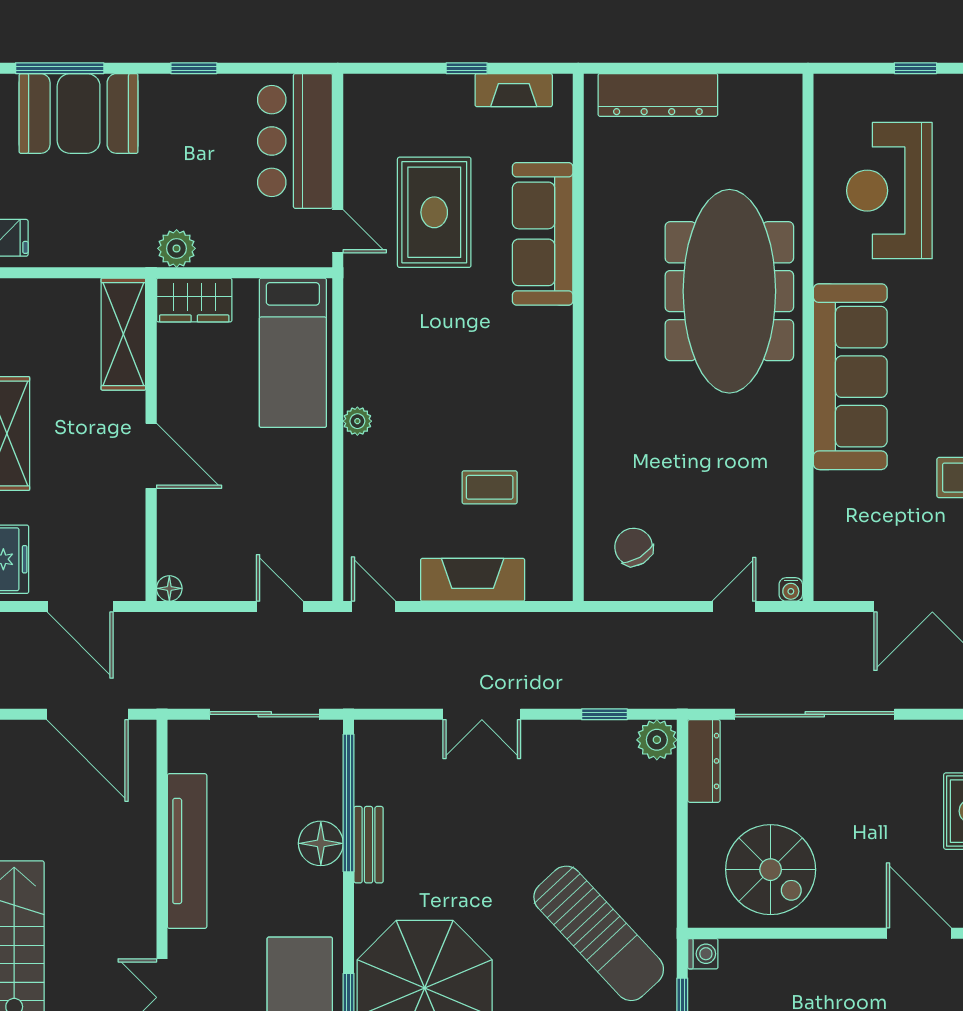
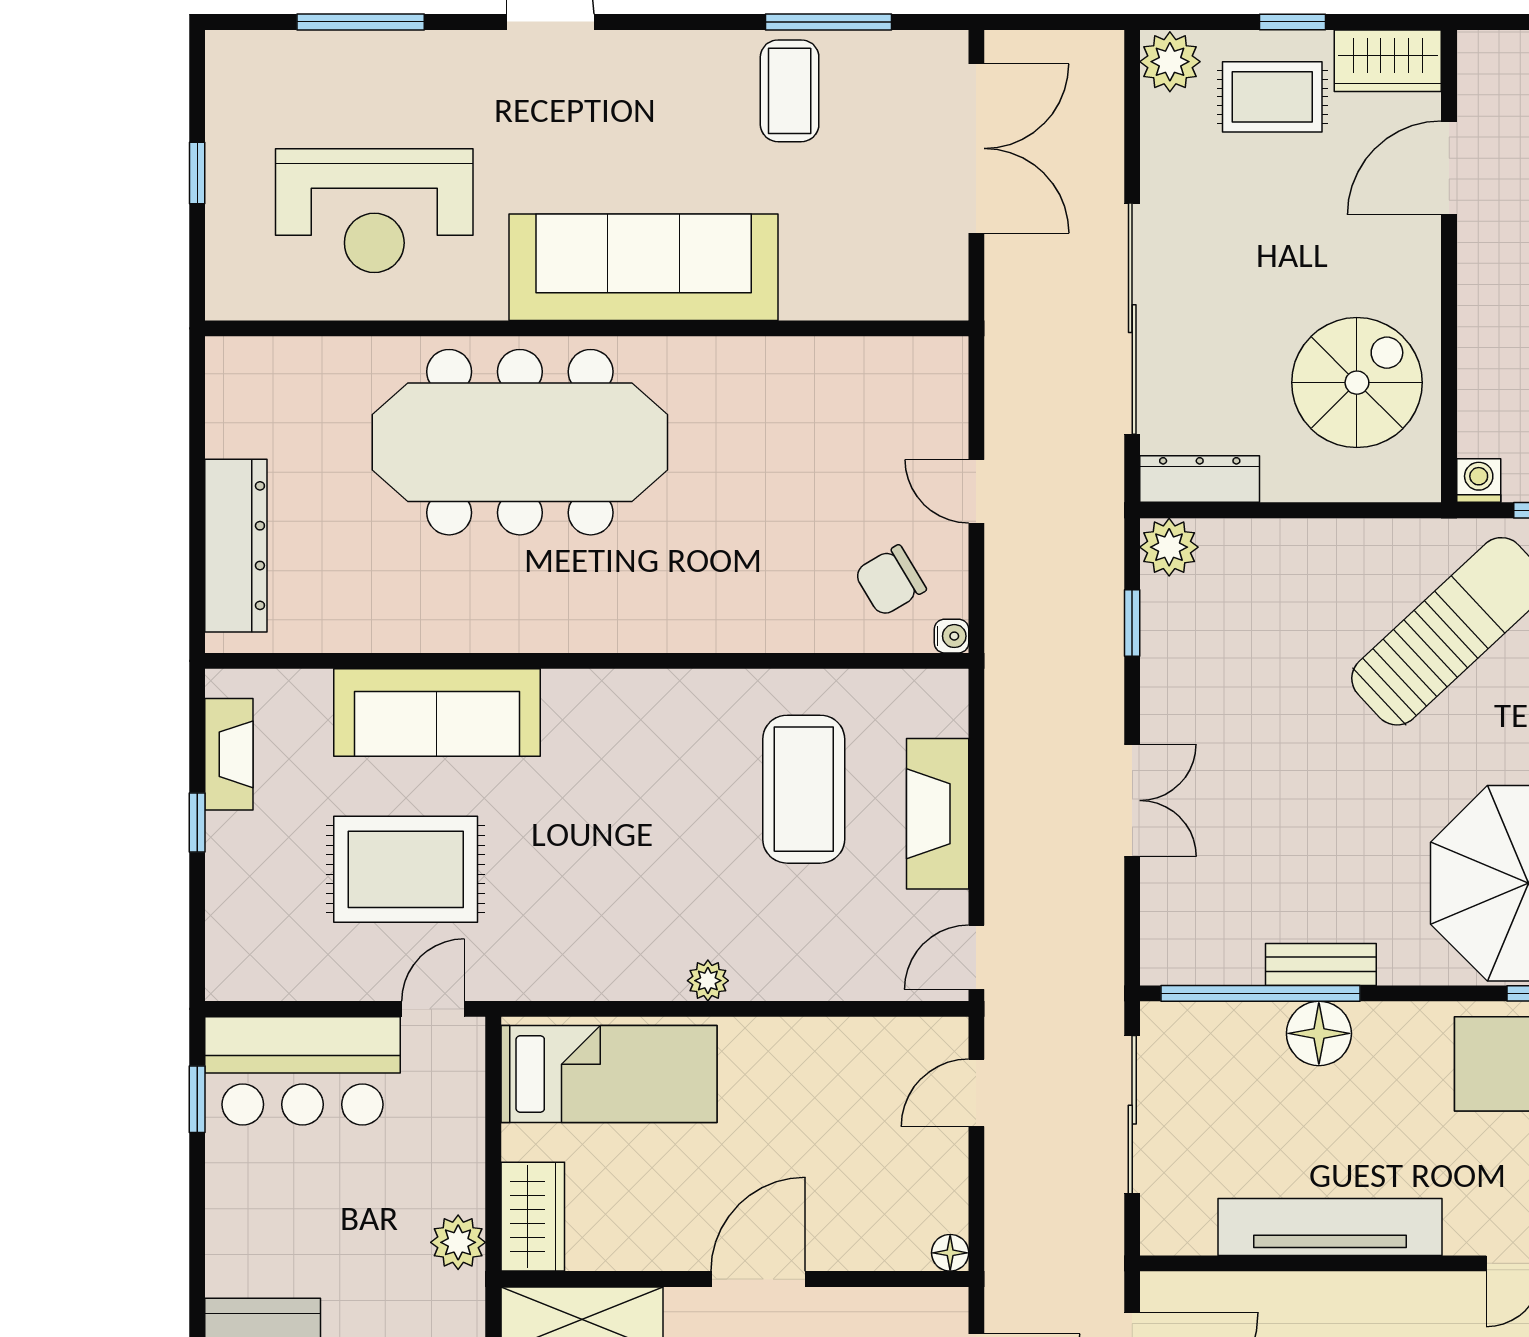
window: (194, 68) -> (197, 1099), moved
coffee table: (490, 487) -> (804, 789), width x1.86, depth x1.72
water cooler: (791, 589) -> (952, 636), moved
door: (734, 607) -> (976, 491), moved

